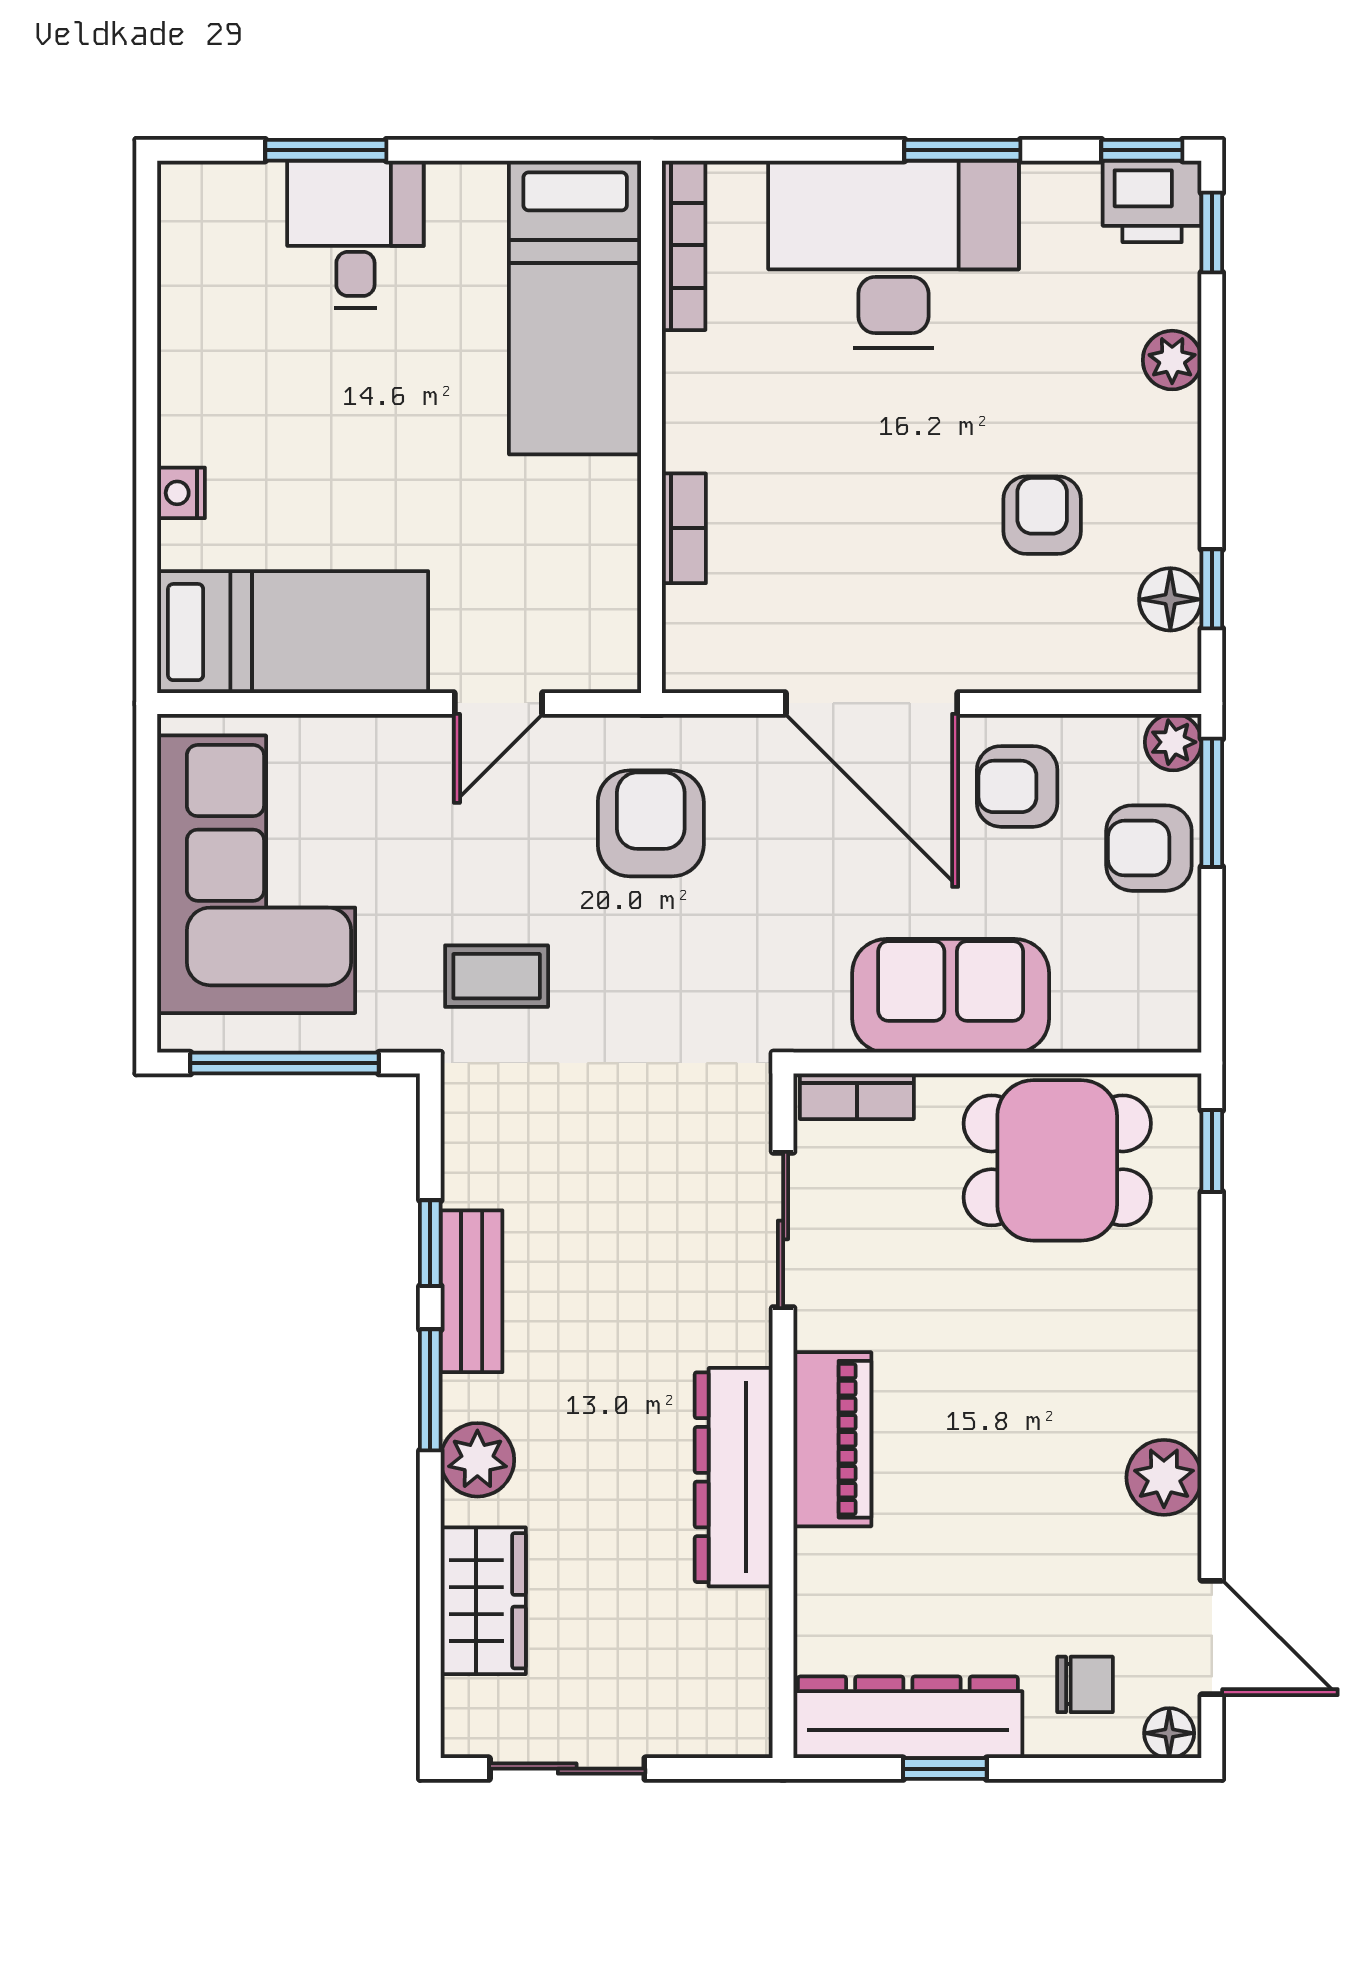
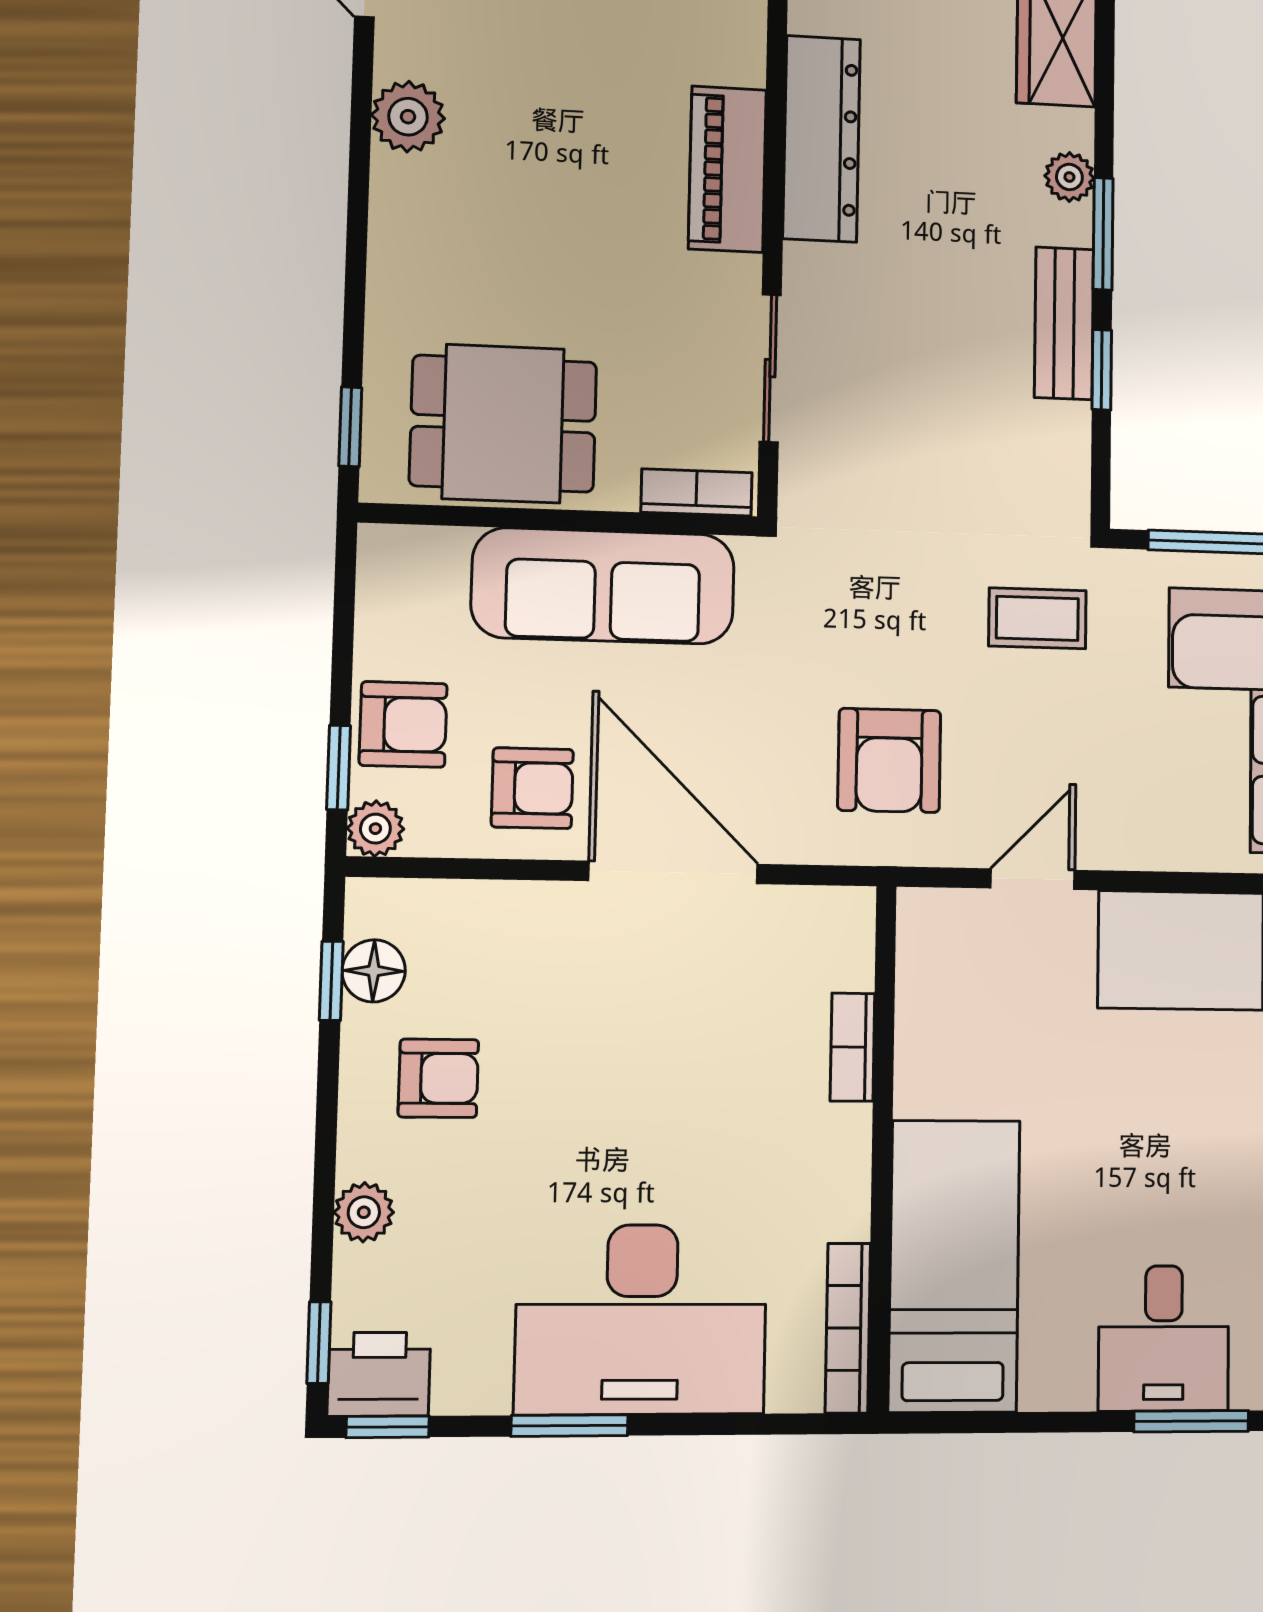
armchair: (1042, 515) -> (438, 1078), moved, turned -90
window: (1212, 803) -> (339, 768), width x0.67
sofa: (951, 996) -> (603, 586), width x1.36
plant: (477, 1460) -> (1069, 177), width x0.73, depth x0.73

